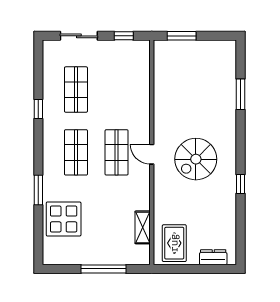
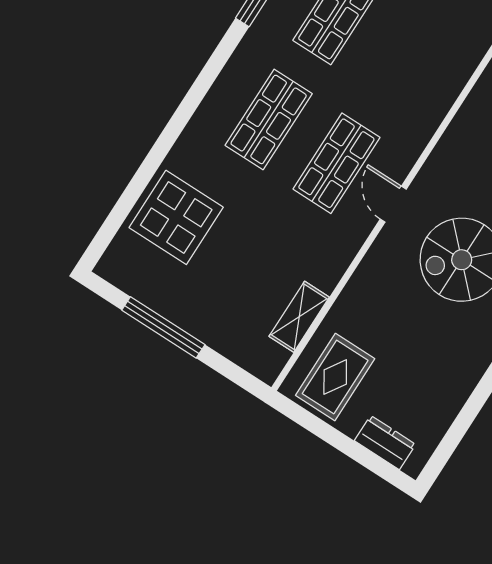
window: (38, 190) -> (165, 142), removed
window: (104, 269) -> (163, 327), moved

